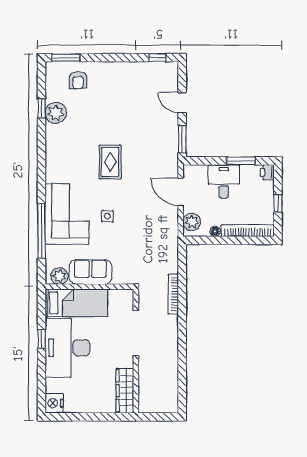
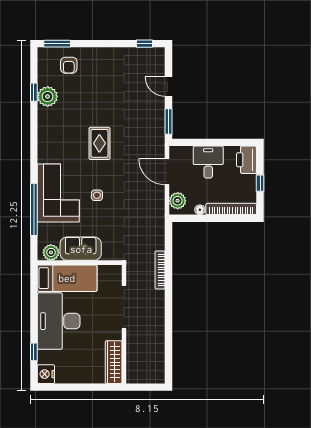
window: (241, 161) -> (225, 142), removed
printer: (267, 172) -> (247, 160), width x1.87, depth x1.48
window: (42, 339) -> (34, 352), moved

